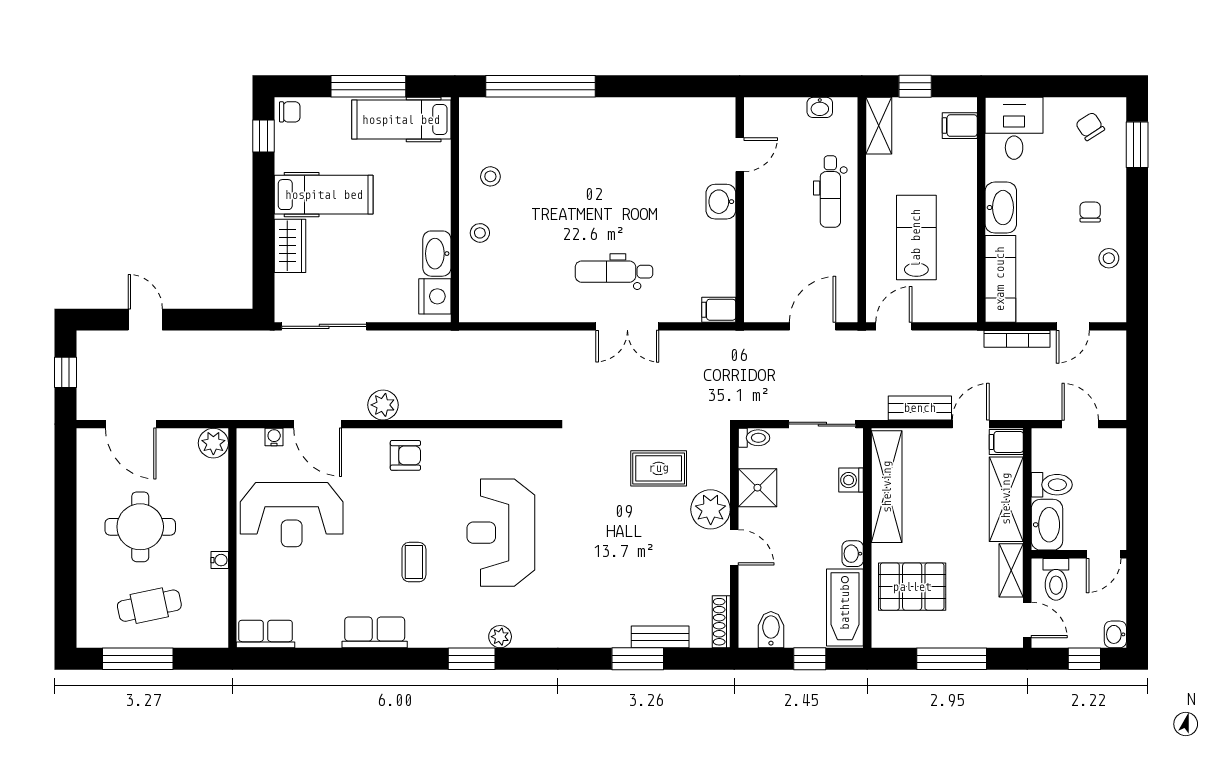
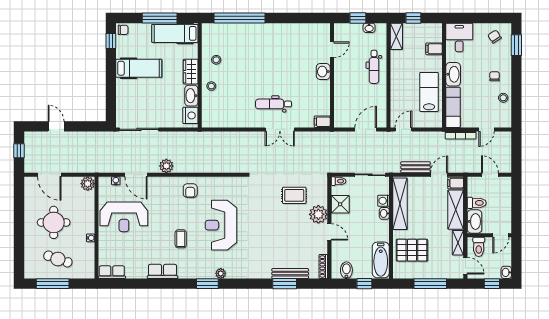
window: (796, 86) -> (358, 18), added
filing cabinet: (960, 126) -> (434, 49), moved
lab bench: (916, 238) -> (429, 92), moved
wardrobe: (290, 246) -> (191, 72), moved, turned 180
armchair: (405, 455) -> (190, 191), moved, turned 90
washbasin: (853, 554) -> (384, 213), moved
cafe table: (149, 606) -> (58, 259), turned 31
bench: (660, 637) -> (290, 274), width x1.36

